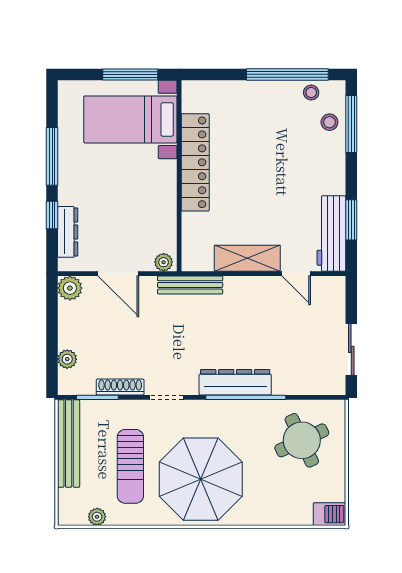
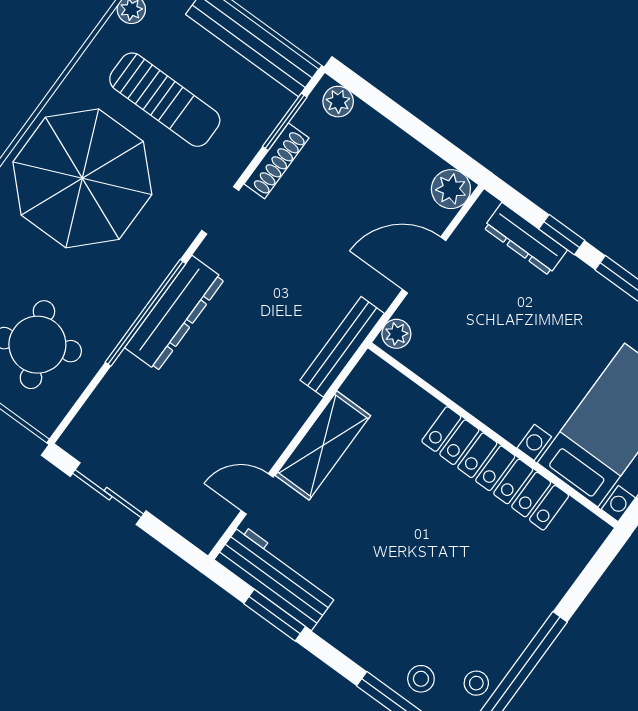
plant: (67, 359) -> (338, 102), moved
sun lounger: (130, 466) -> (165, 100), turned 180

